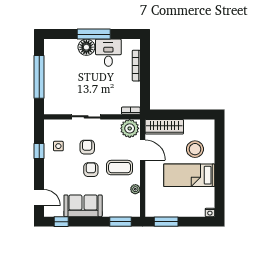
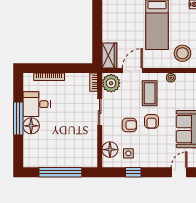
sliding door: (86, 117) -> (100, 112), moved
floor lamp: (62, 127) -> (110, 150), added
wardrobe: (164, 127) -> (109, 55), width x0.67
armchair: (87, 147) -> (129, 125), turned 180
stool: (195, 149) -> (182, 53), moved
armchair: (91, 170) -> (152, 121), turned -90

